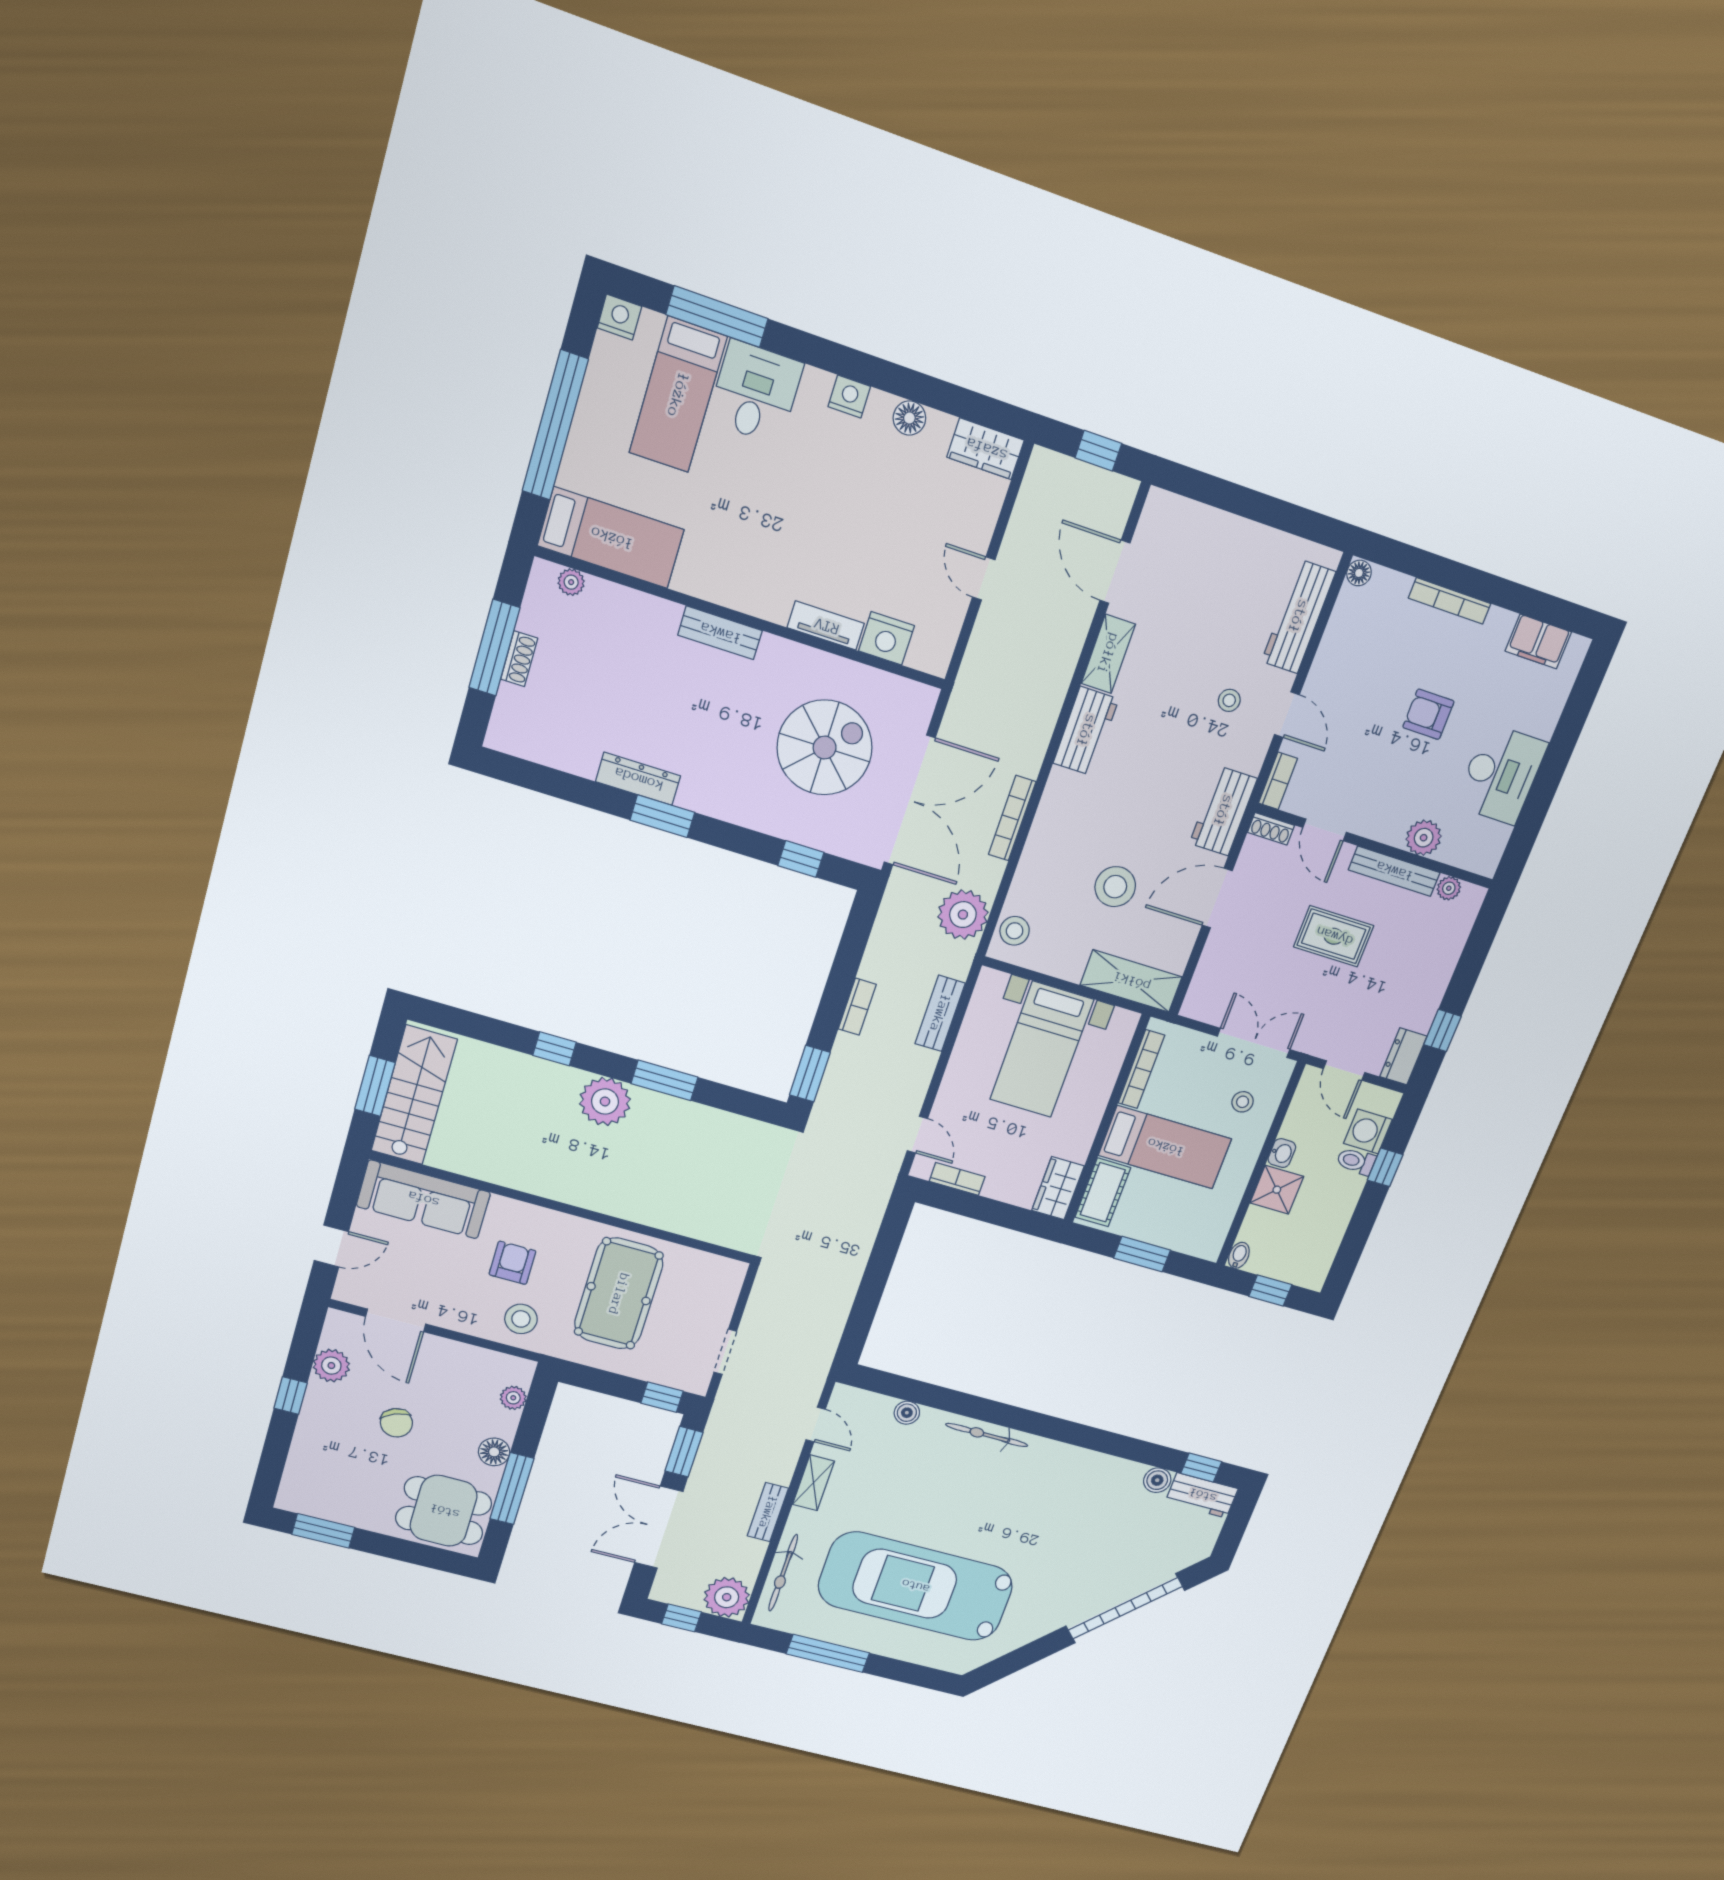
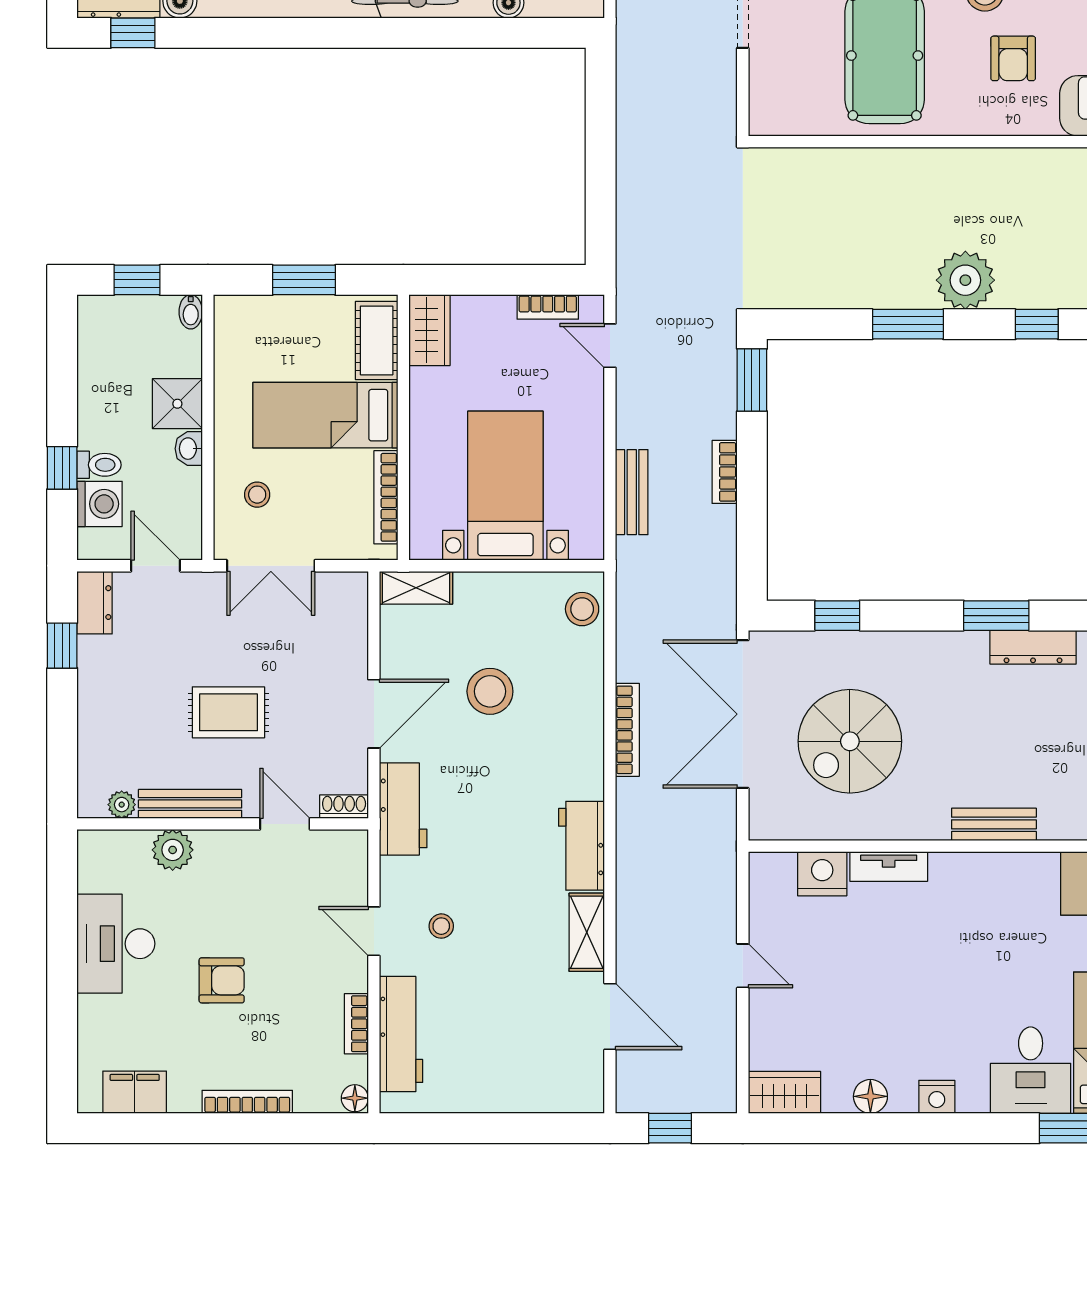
bookcase: (1278, 781) -> (356, 1024), moved
plant: (963, 915) -> (644, 609), removed
shelving: (1131, 981) -> (416, 588), width x0.67, depth x0.75

